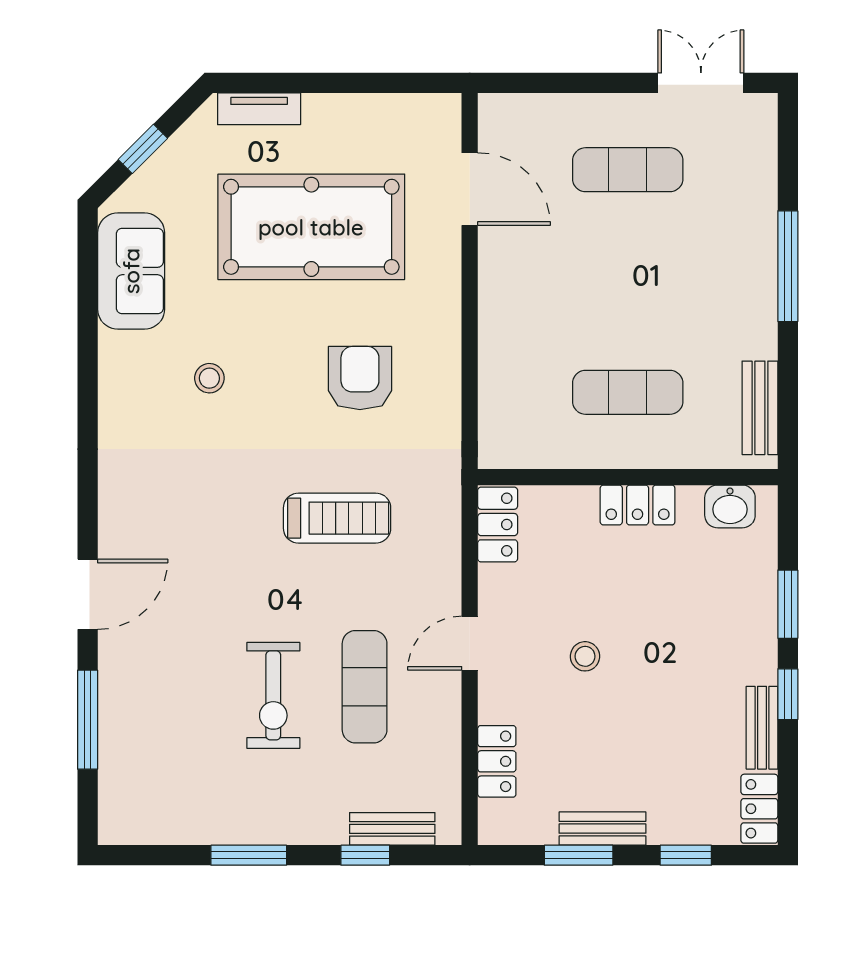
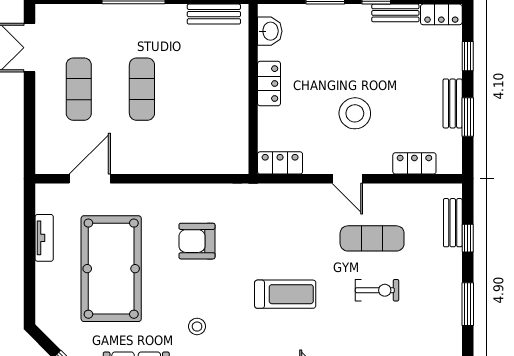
tv unit: (259, 109) -> (44, 238), moved
exercise mat: (628, 392) -> (142, 89), moved
treadmill: (337, 518) -> (285, 294), moved, turned 90
stool: (585, 656) -> (355, 113), width x1.89, depth x1.89
exercise bike: (273, 695) -> (377, 290), width x0.73, depth x0.72

